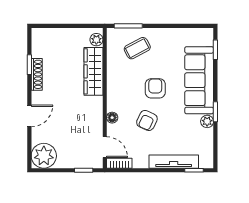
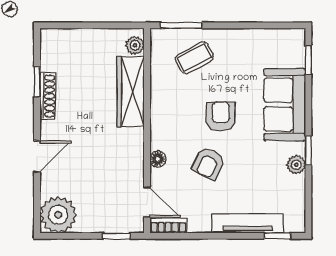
sofa: (199, 80) -> (285, 105), width x0.73

